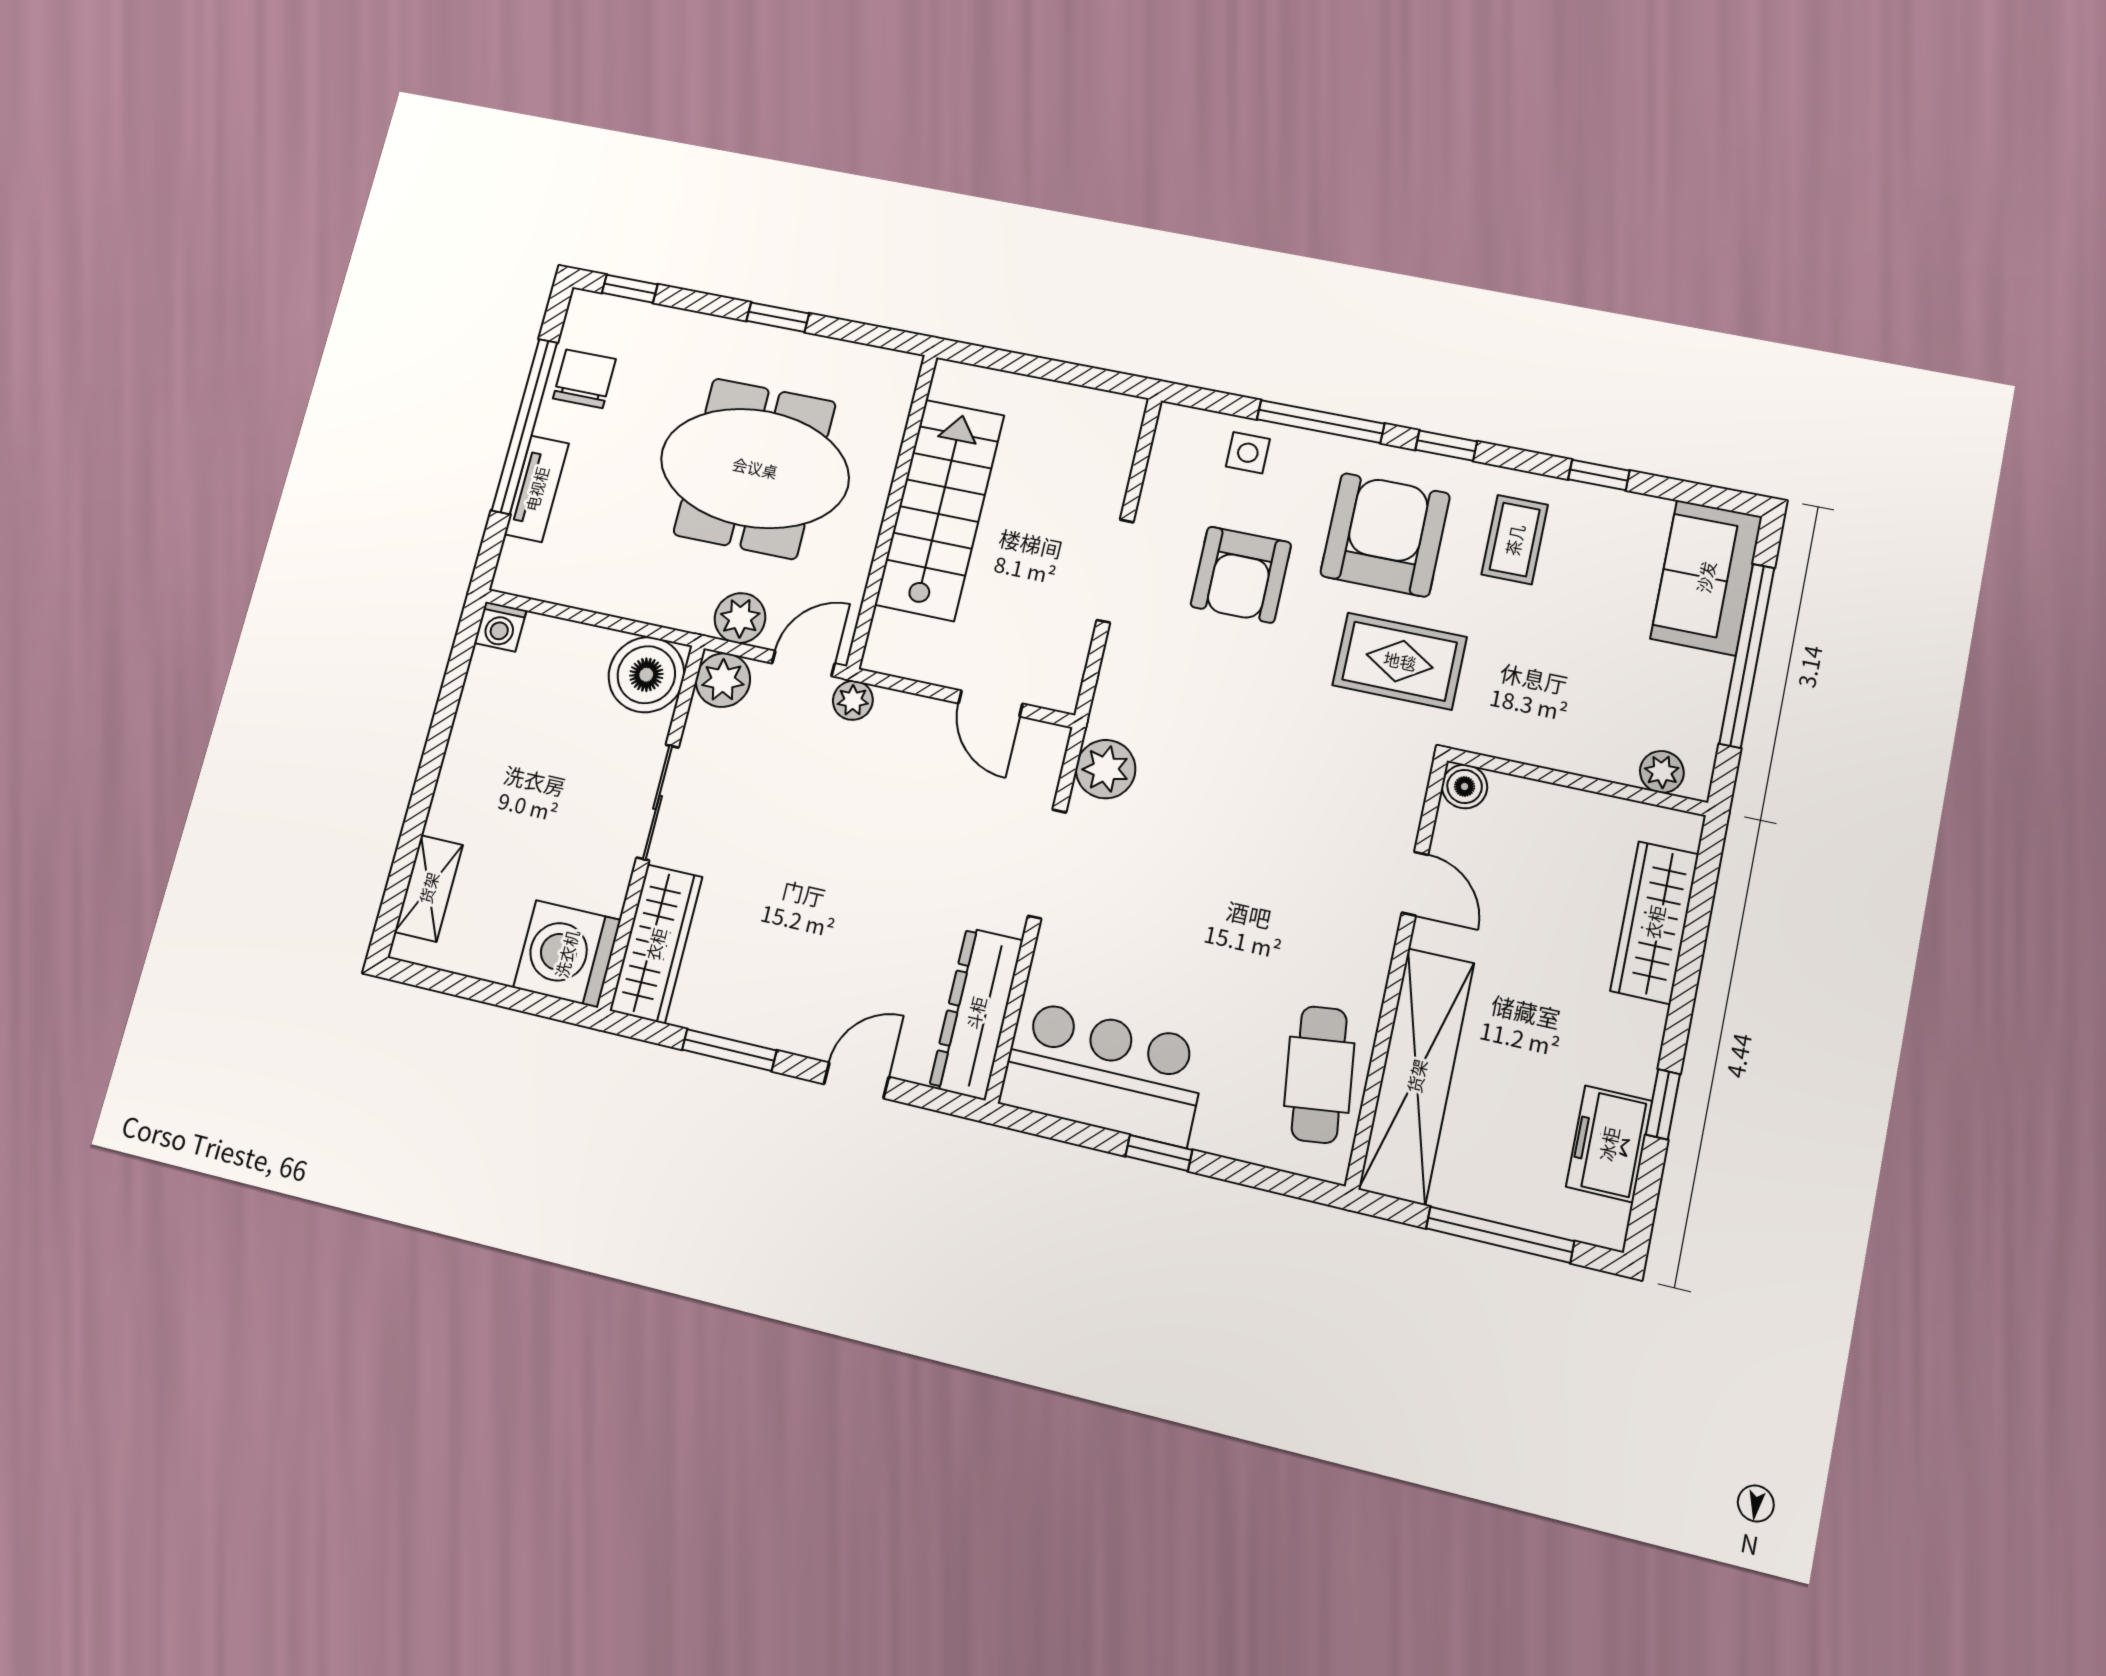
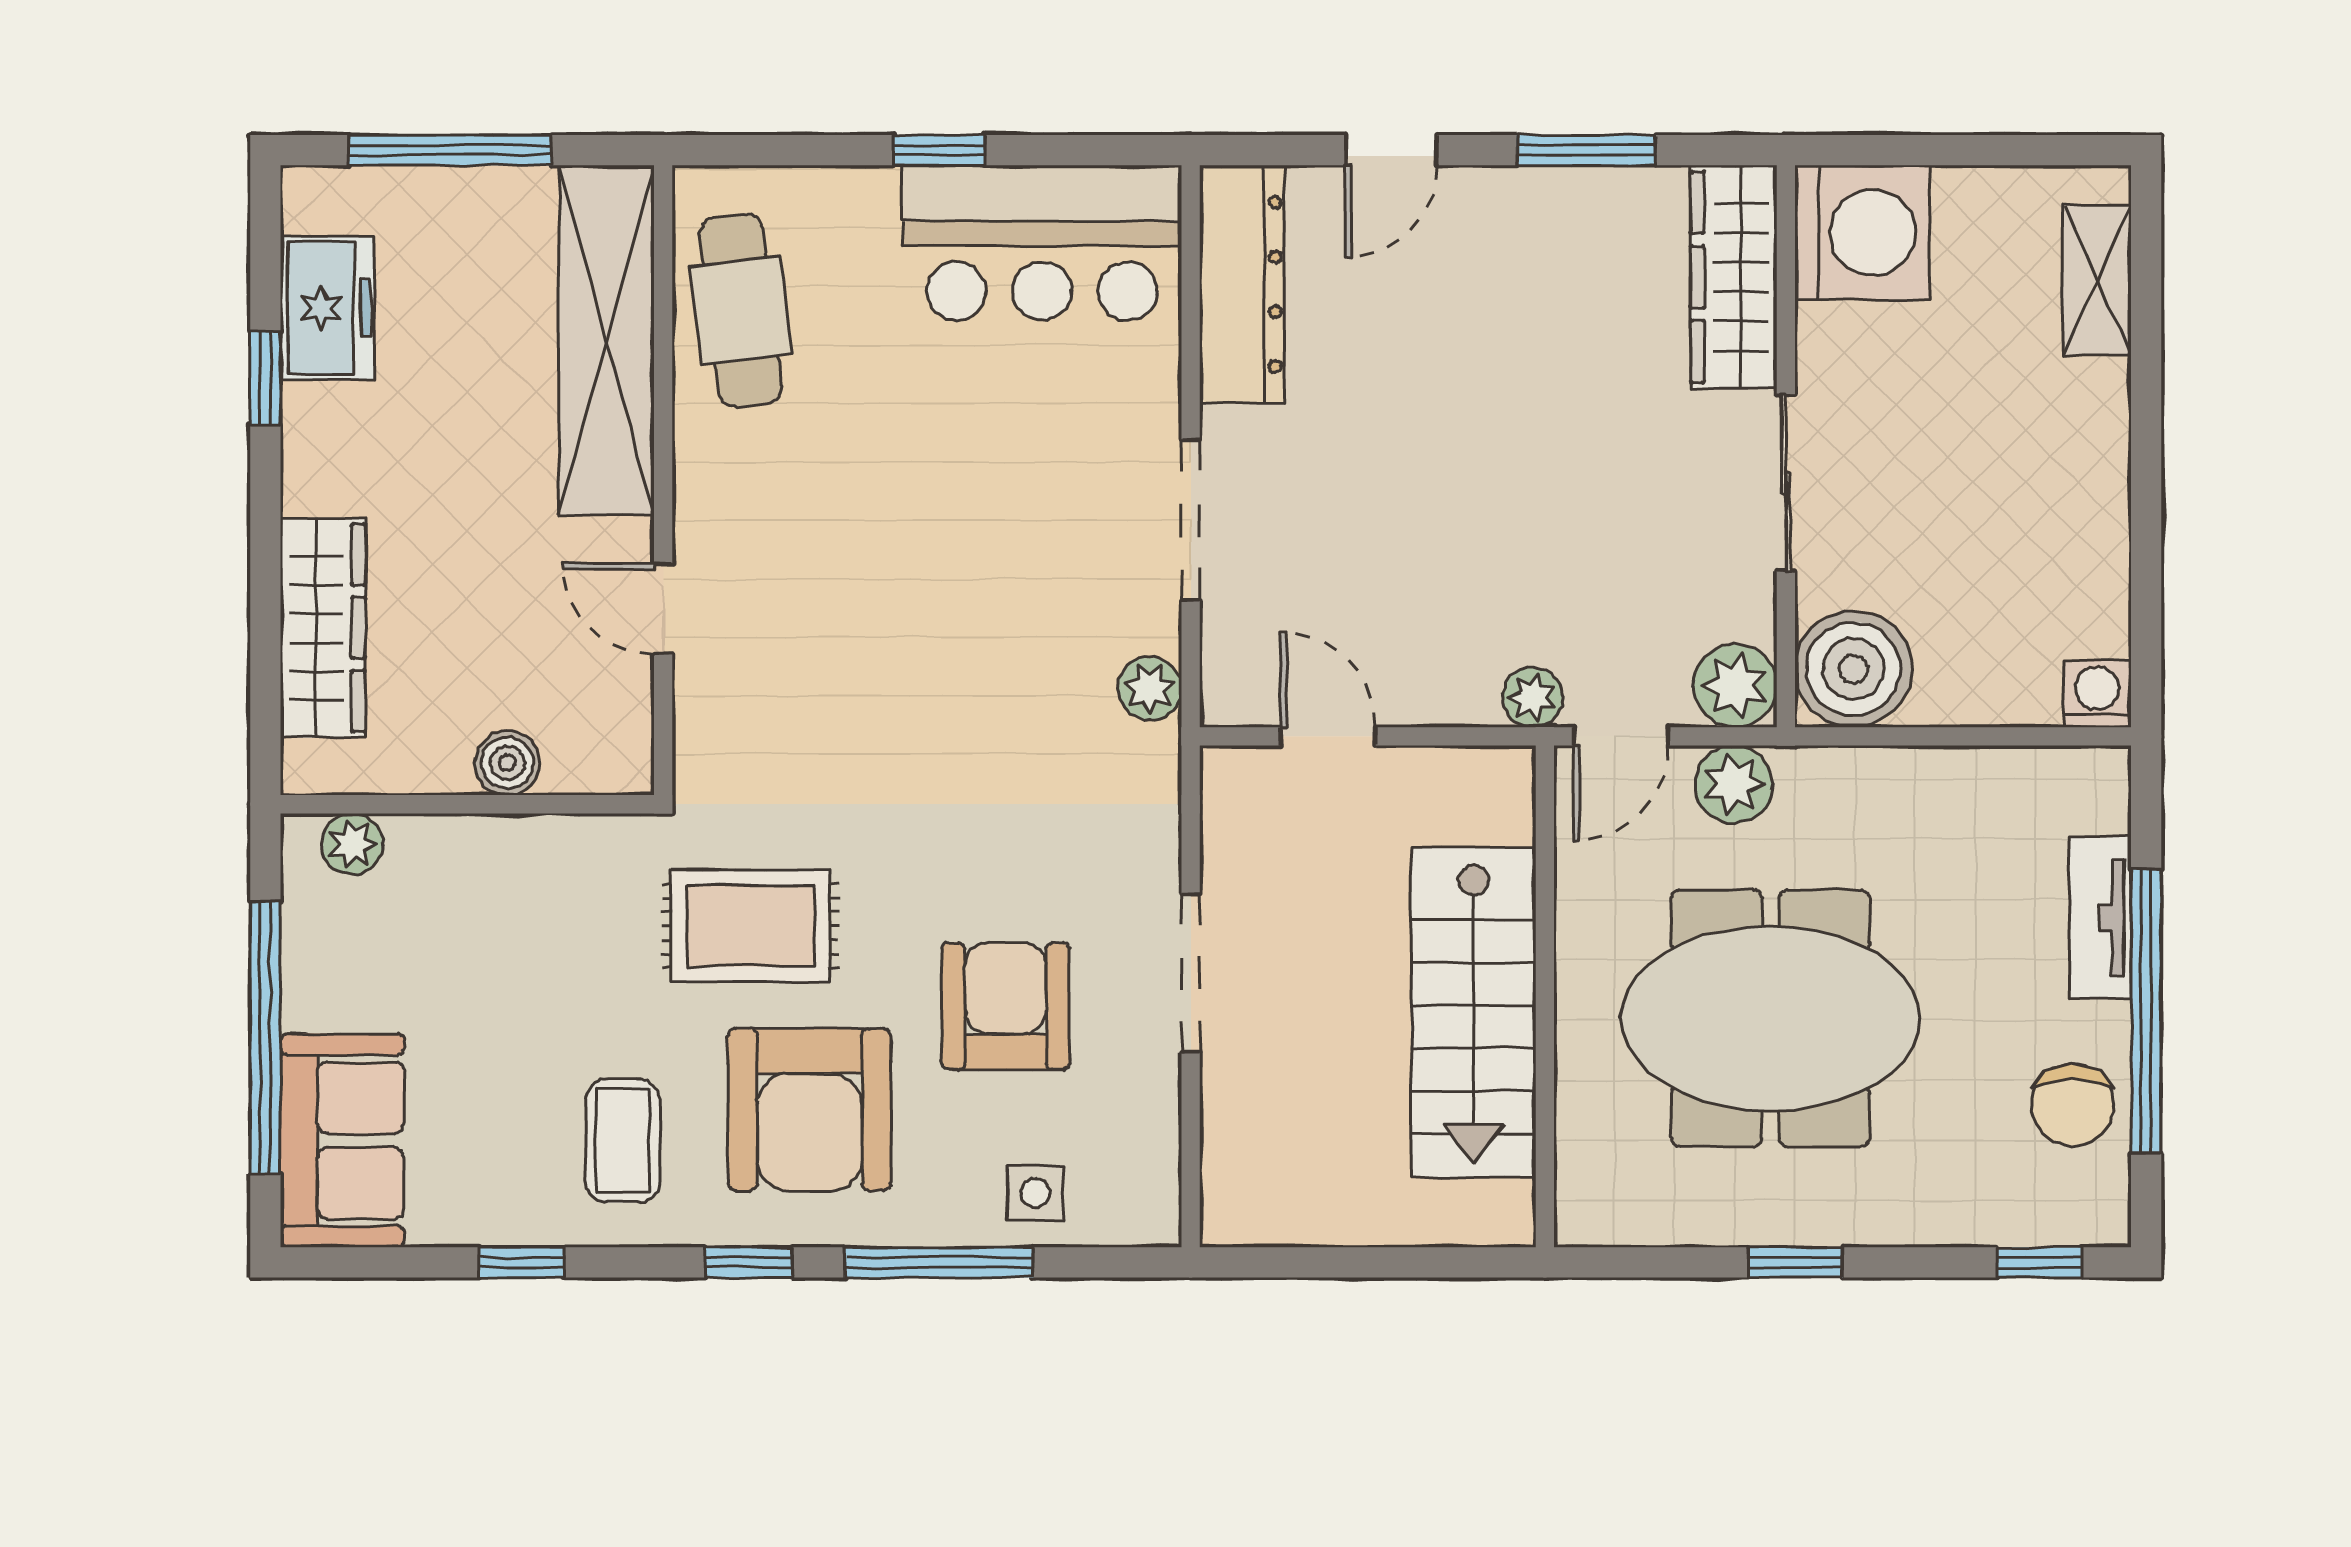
plant: (1106, 769) -> (1150, 688), width x0.73, depth x0.73
boiler: (1465, 786) -> (507, 763), moved

